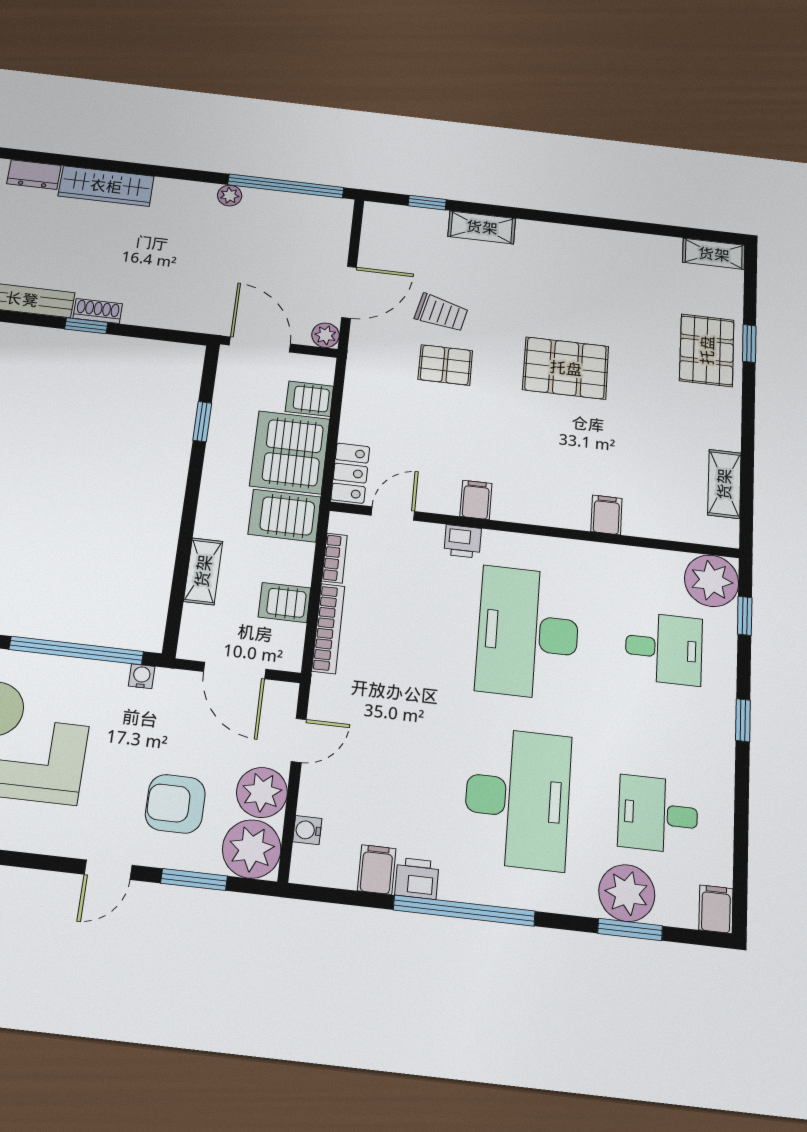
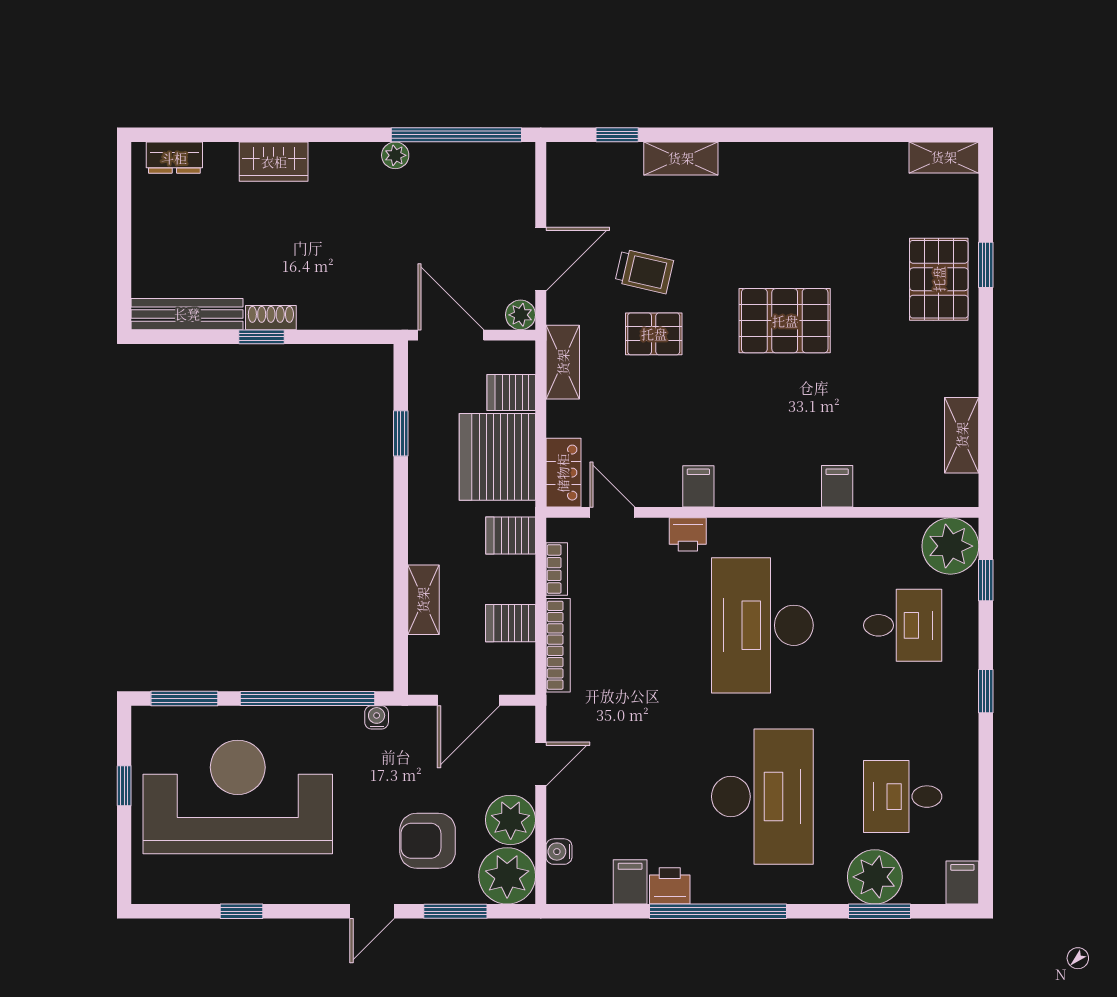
wardrobe: (106, 186) -> (274, 162), width x0.67
shelving: (360, 379) -> (563, 362), added
door: (393, 513) -> (612, 512), hinge flipped
server rack: (285, 516) -> (511, 535), width x0.73, depth x0.70
door: (235, 670) -> (469, 700), hinge flipped

